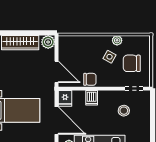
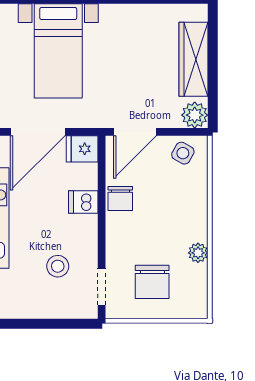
side table: (110, 57) -> (183, 153), moved
chair: (132, 63) -> (152, 282), turned 180

